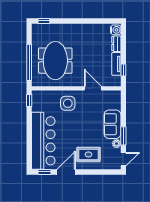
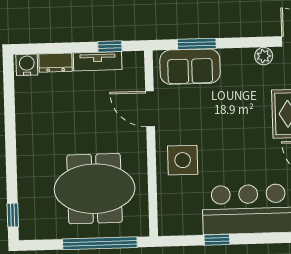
door: (93, 88) -> (150, 109), hinge flipped
window: (29, 101) -> (217, 240), moved
sofa: (112, 124) -> (190, 67), moved
window: (123, 136) -> (197, 44), moved

